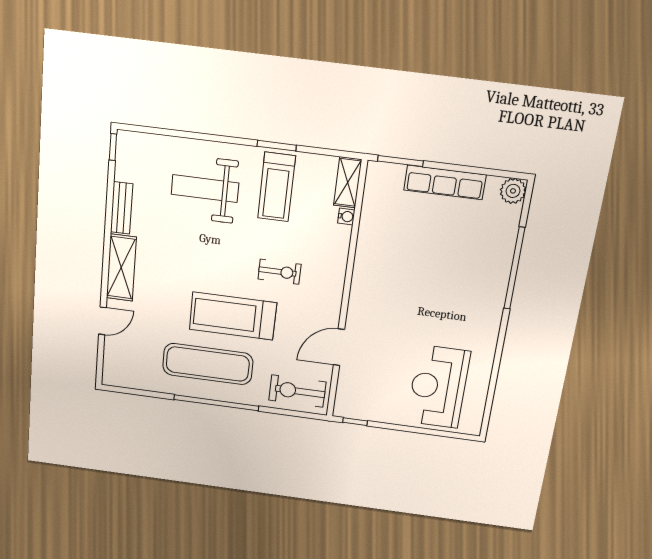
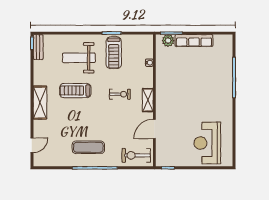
shelving: (348, 182) -> (148, 100), moved
plant: (513, 191) -> (168, 41), moved
bench: (122, 208) -> (38, 47), moved
treadmill: (233, 316) -> (75, 91), moved, width x0.73, depth x0.73
door: (102, 321) -> (32, 145), moved
exercise mat: (208, 364) -> (88, 147), width x0.73, depth x0.69

